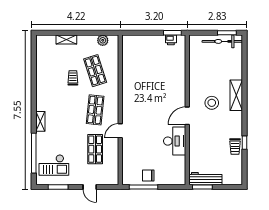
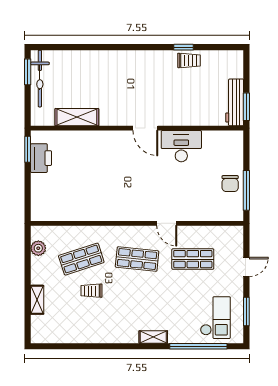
printer: (171, 40) -> (41, 158), width x1.87, depth x1.48
shelving: (236, 95) -> (77, 117), moved
stool: (212, 103) -> (127, 93), removed

